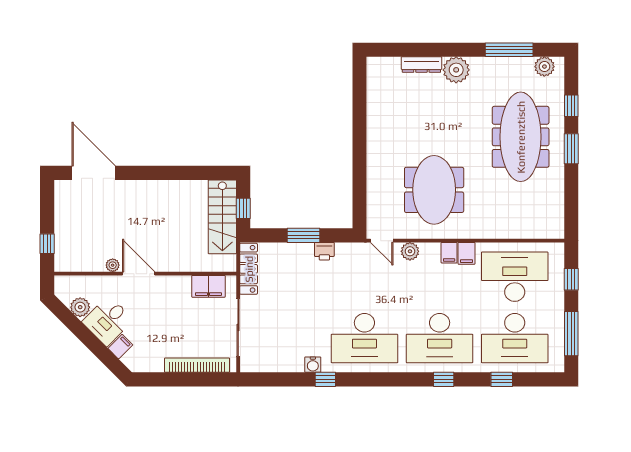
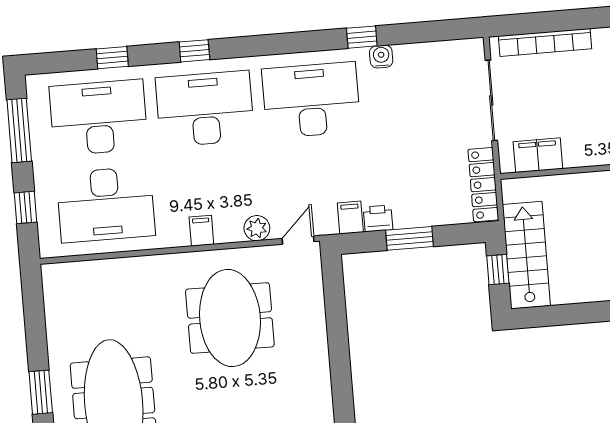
door: (382, 241) -> (298, 240), hinge flipped
filing cabinet: (467, 253) -> (350, 218), moved

